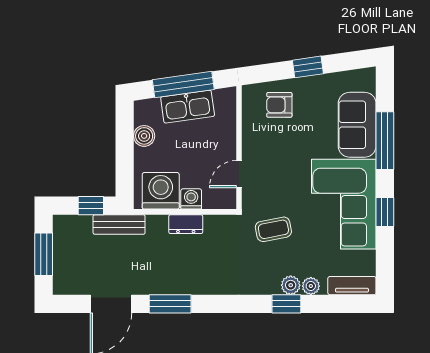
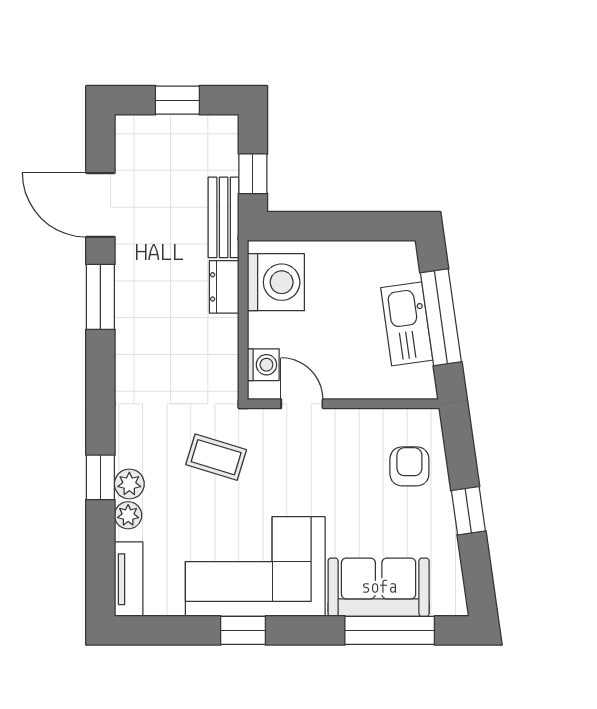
boiler: (144, 136) -> (361, 256), removed
window: (385, 141) -> (390, 630), moved
washing machine: (191, 199) -> (263, 365), moved
dresser: (186, 224) -> (224, 287), moved
coffee table: (273, 229) -> (216, 457), turned -62
window: (44, 254) -> (177, 100), width x0.67

